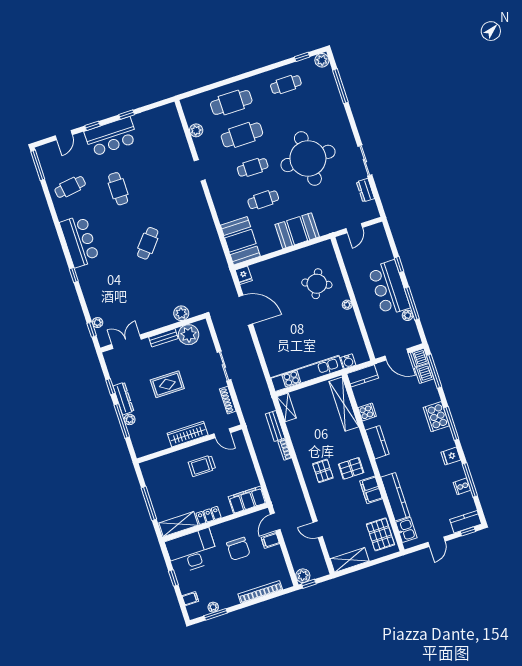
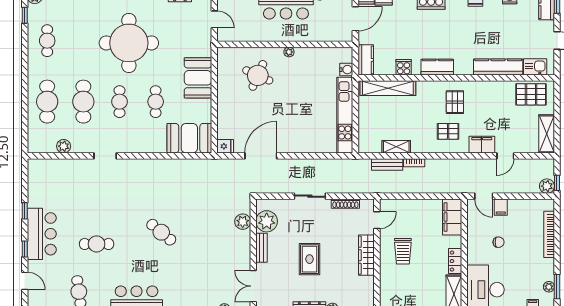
shelving: (287, 407) -> (396, 147), moved
filing cabinet: (371, 490) -> (482, 145), moved, turned 180
chair: (238, 549) -> (499, 242), width x0.54, depth x0.54

